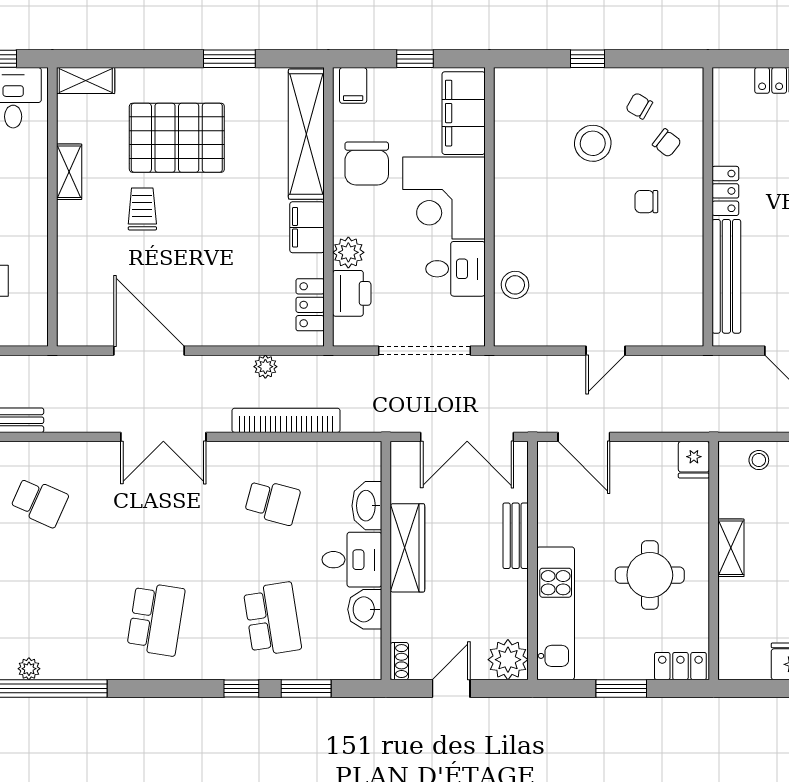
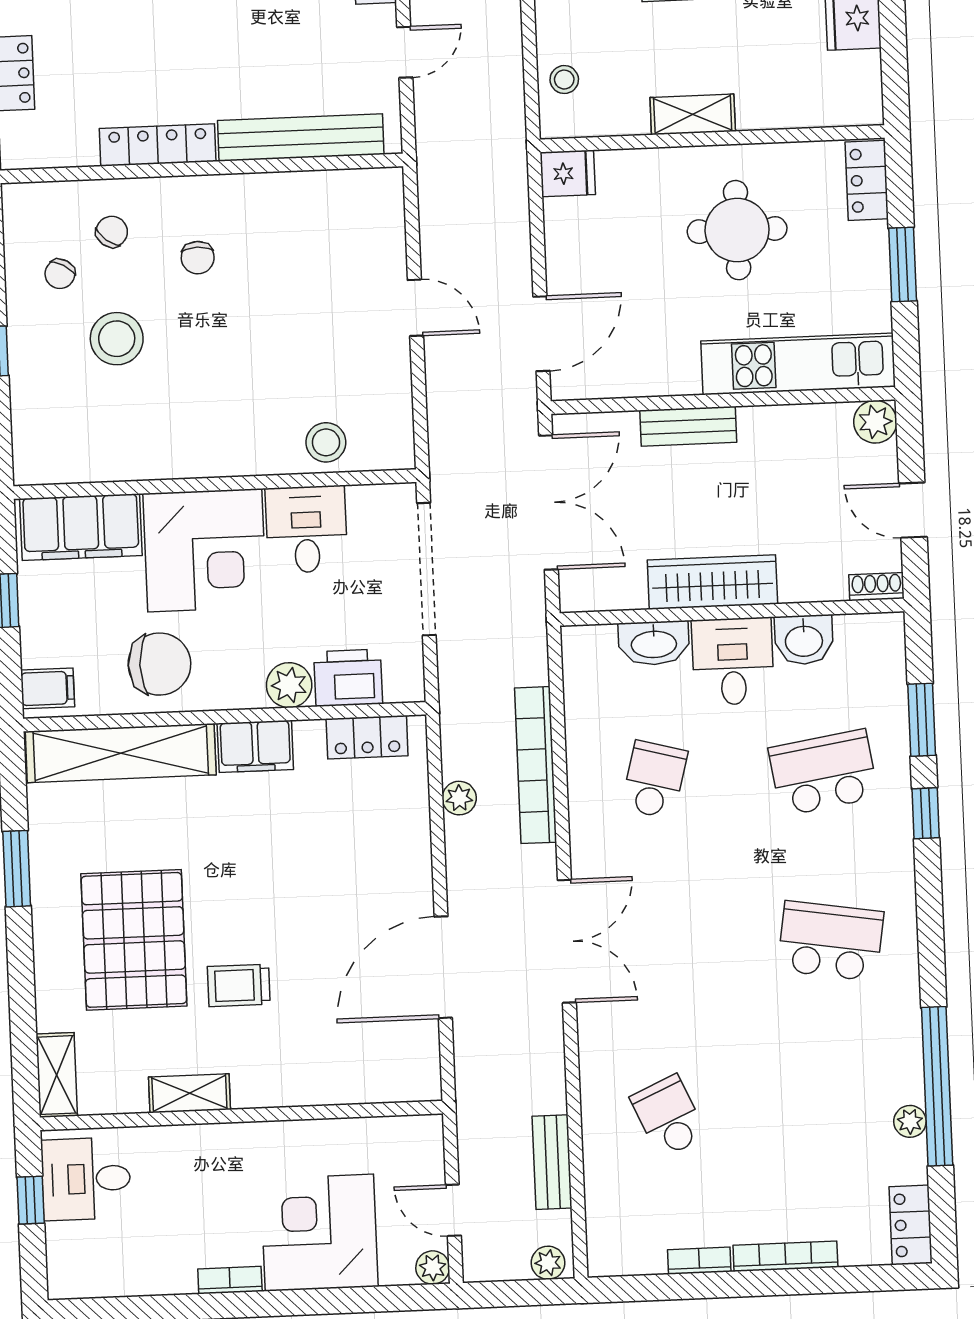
locker: (725, 191) -> (158, 145), width x1.53
school desk: (39, 502) -> (668, 1116), turned -48
plant: (508, 660) -> (875, 422), width x0.73, depth x0.73

